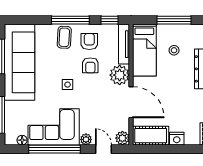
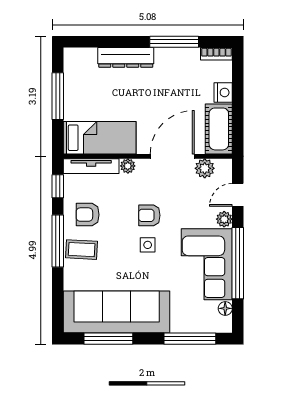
stool: (174, 50) -> (100, 96), removed
armchair: (90, 65) -> (149, 215), moved, turned 180
plant: (120, 75) -> (128, 166), width x0.53, depth x0.53
plant: (122, 138) -> (205, 168), moved

